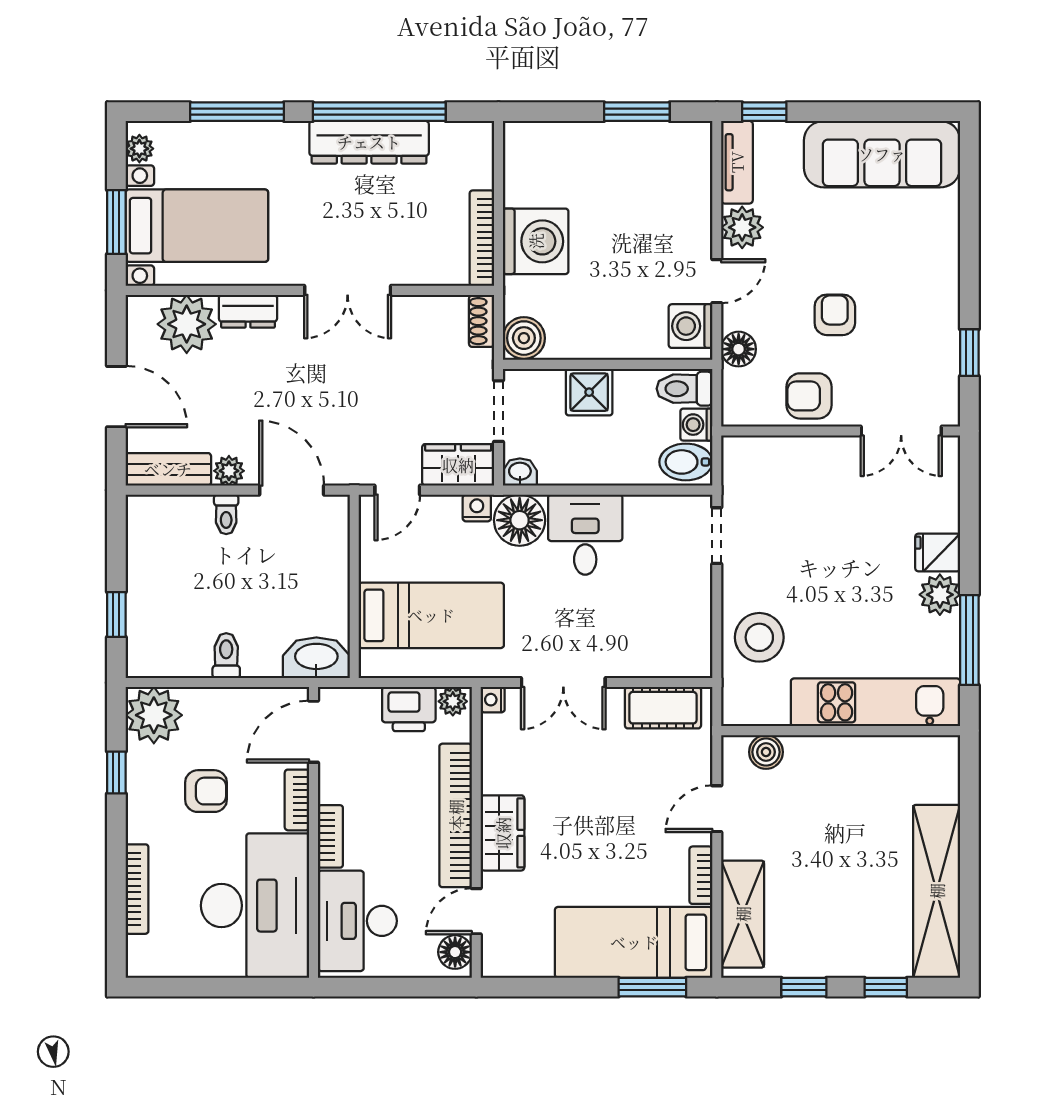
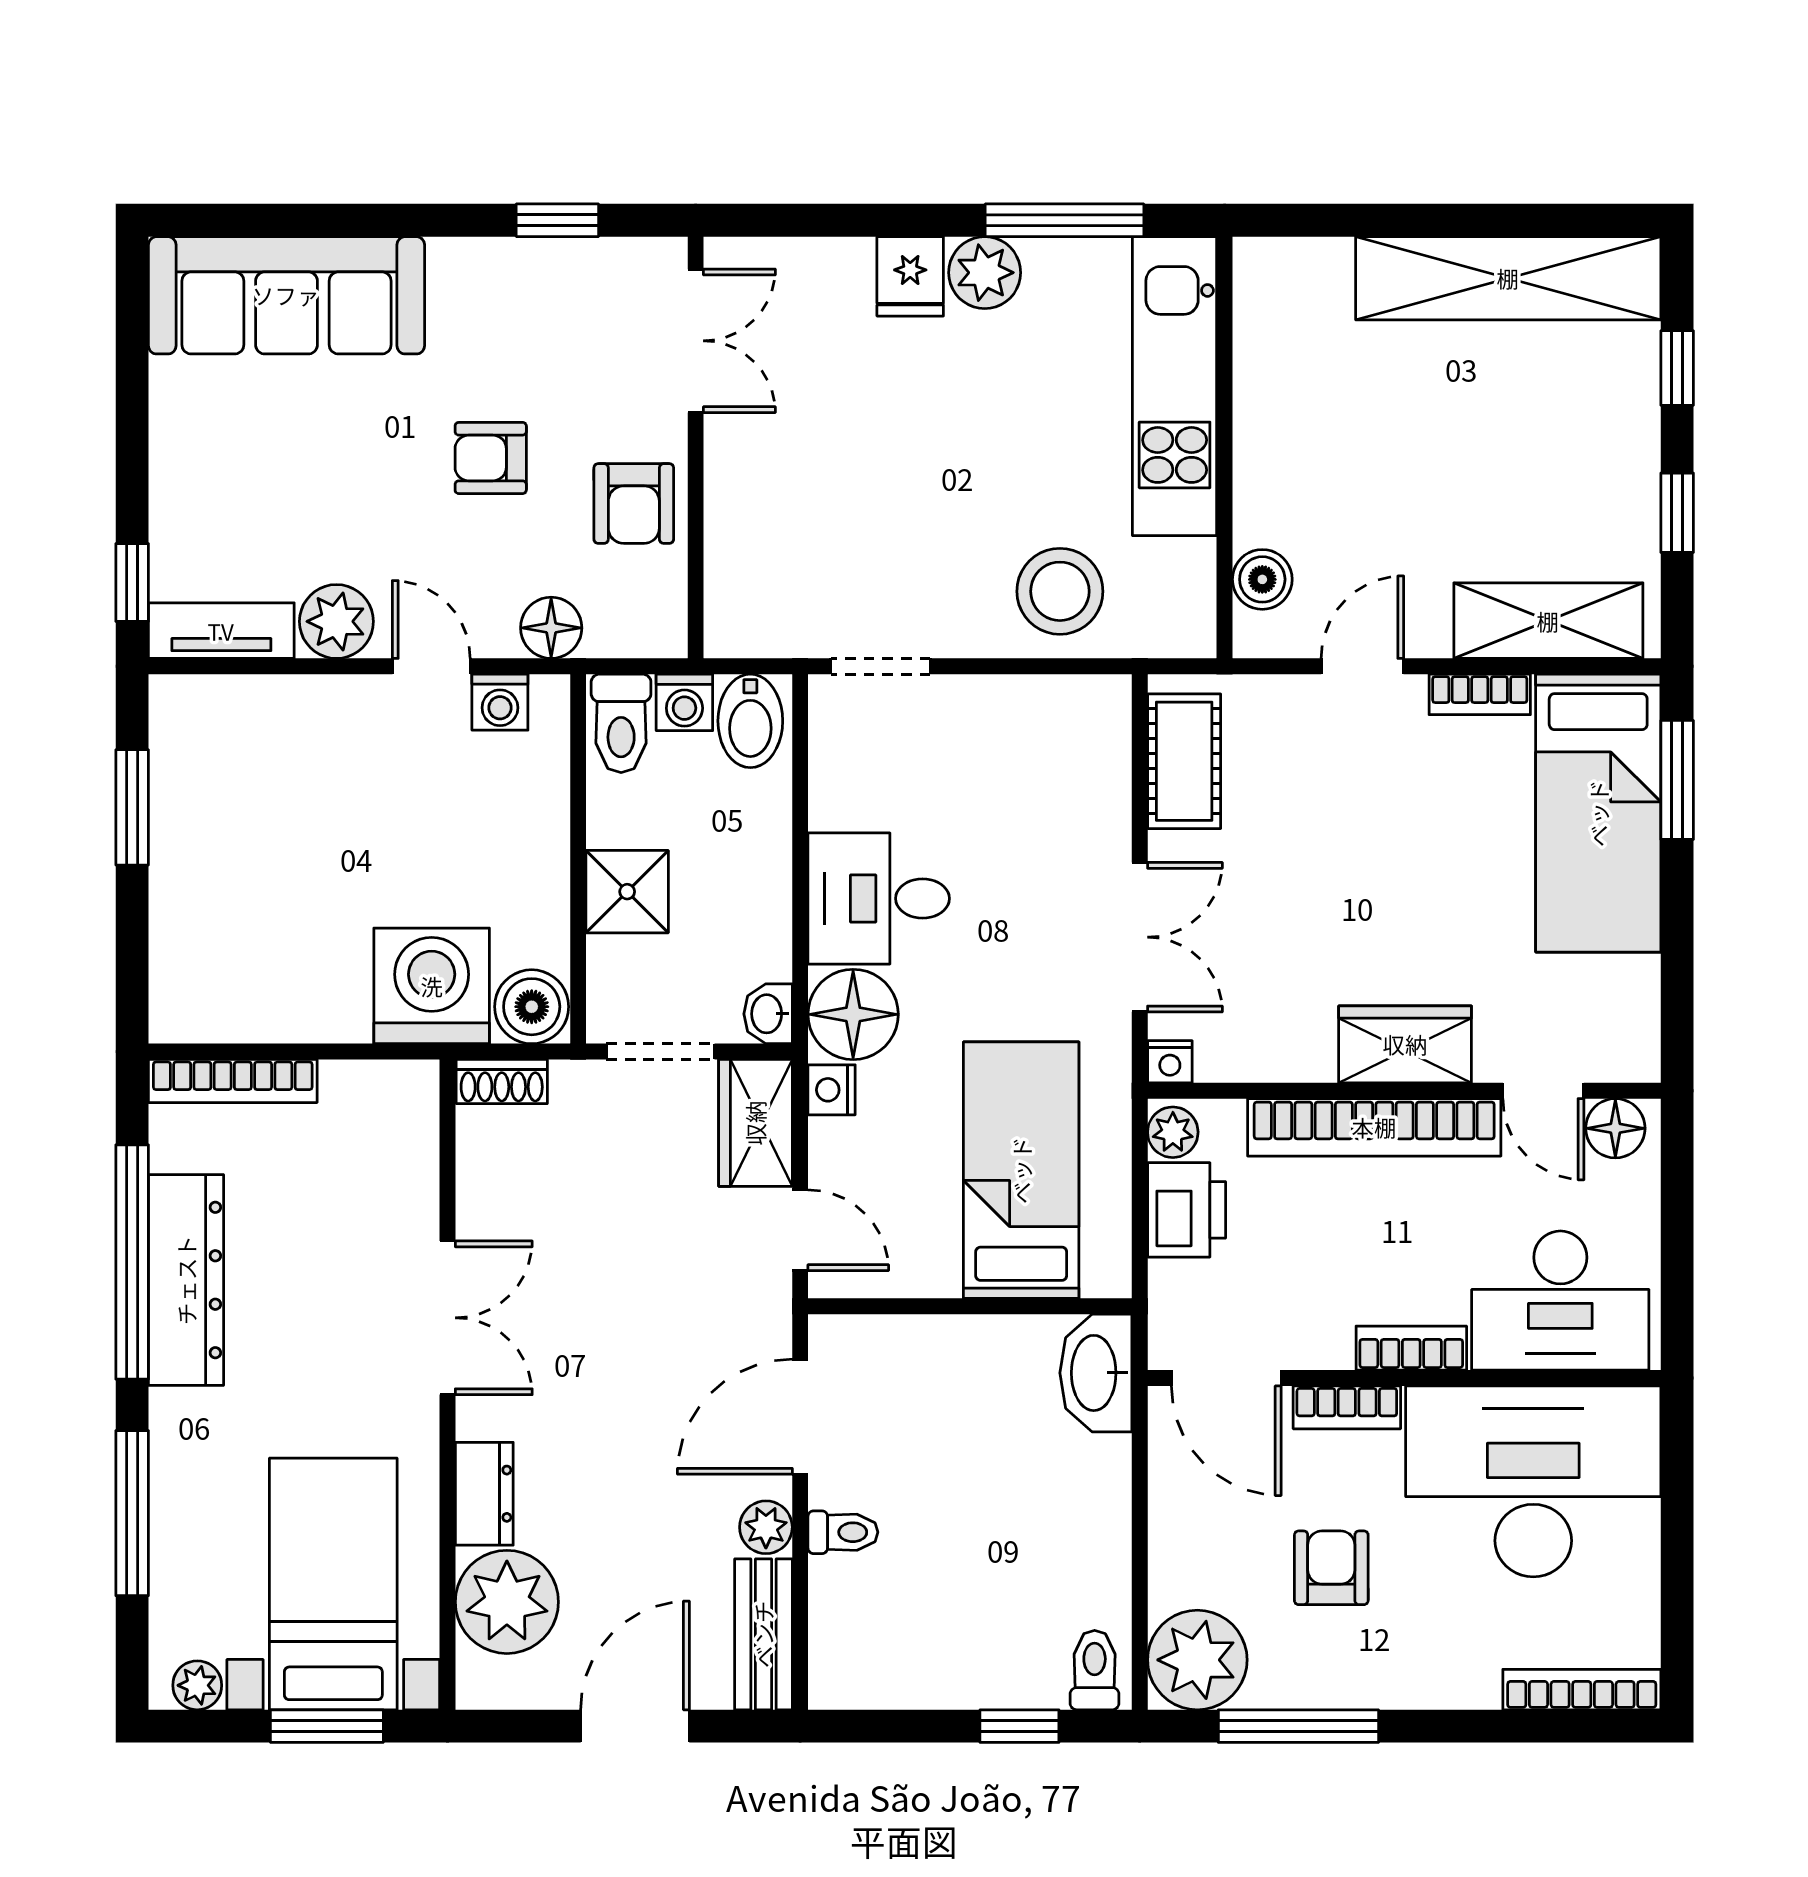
sofa: (882, 154) -> (286, 295), moved, turned 90
bookcase: (482, 238) -> (233, 1081), moved
washing machine: (536, 241) -> (432, 986), moved
washing machine: (690, 326) -> (500, 702), width x0.73, depth x0.73
toilet: (226, 656) -> (1095, 1670), moved, turned 90
window: (116, 772) -> (1298, 1726), width x2.17
door: (717, 809) -> (1362, 666), swing flipped
bookcase: (137, 889) -> (1582, 1690), moved

